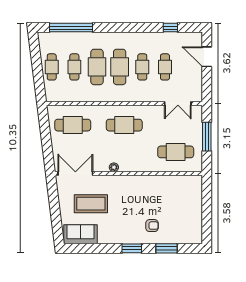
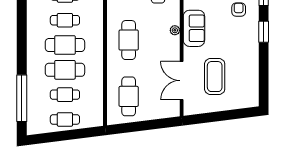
plant: (114, 167) -> (175, 30), moved
double door: (75, 173) -> (182, 81), moved
sofa: (81, 234) -> (194, 28), moved, turned 180

